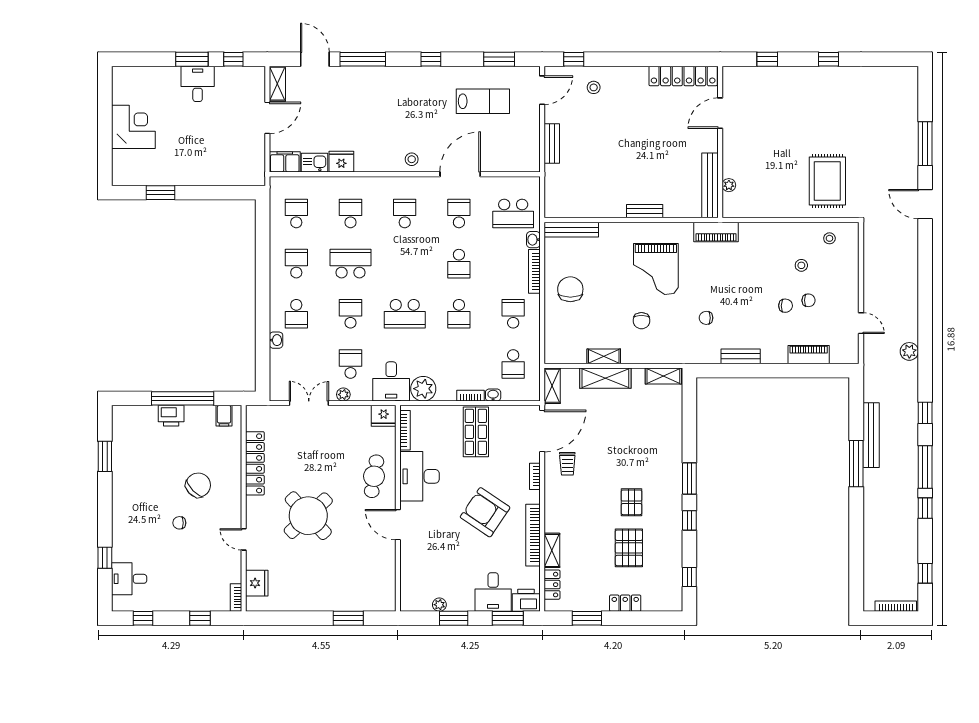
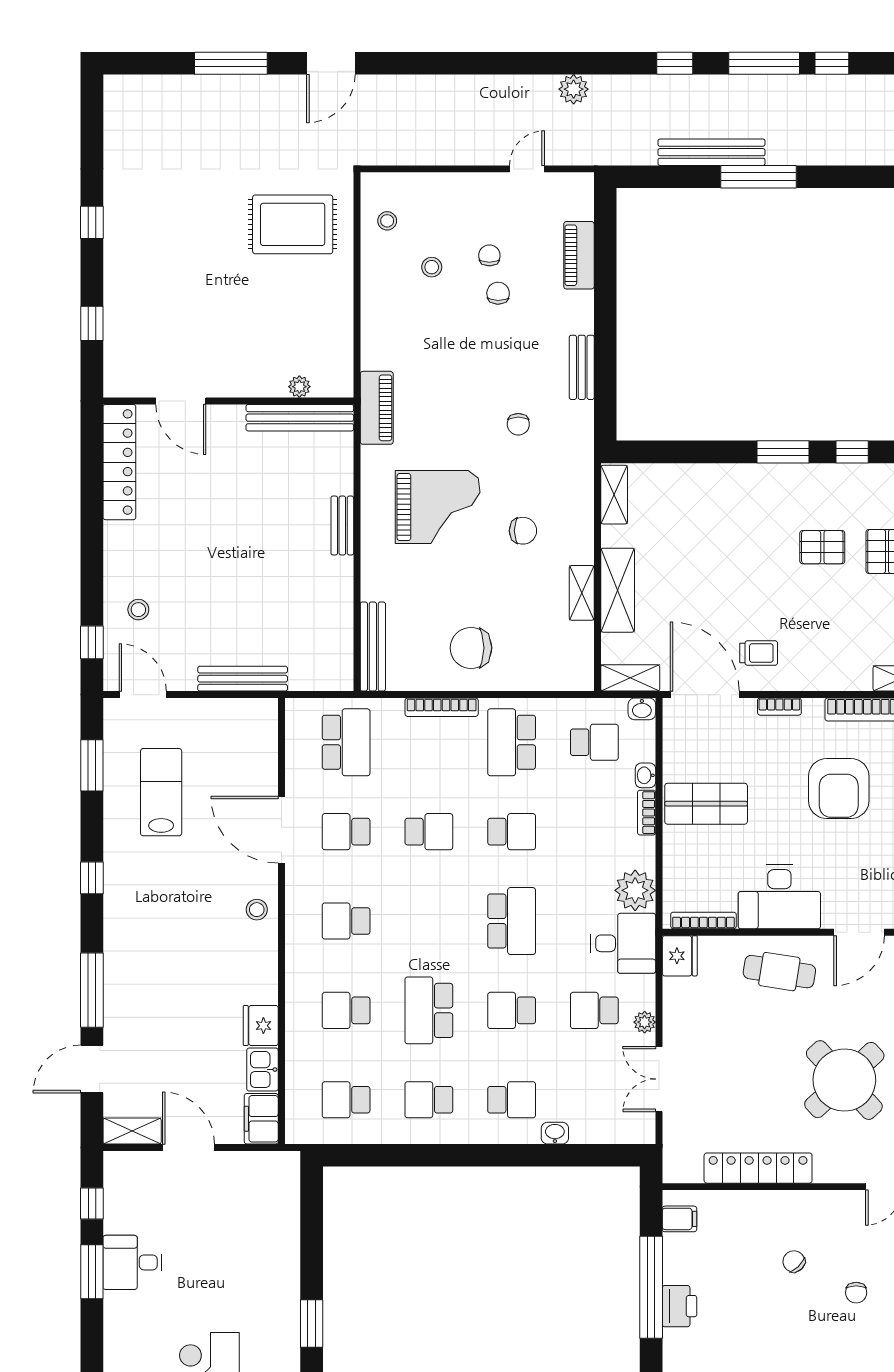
bench: (552, 143) -> (243, 679), width x1.36
washbasin: (533, 240) -> (642, 709), moved
school desk: (513, 314) -> (512, 742), width x1.85
chair: (198, 485) -> (794, 1261), width x0.54, depth x0.54
armchair: (485, 512) -> (839, 789), turned -34

